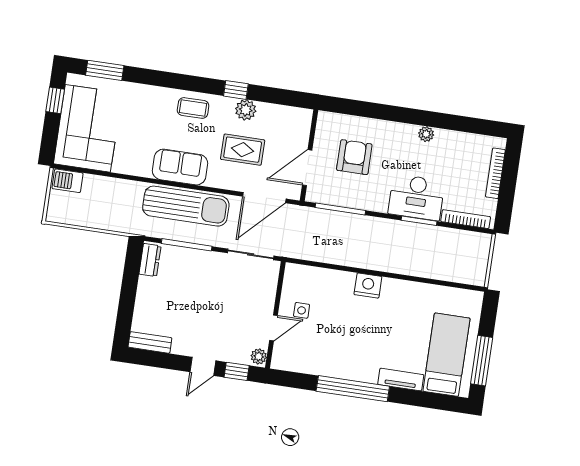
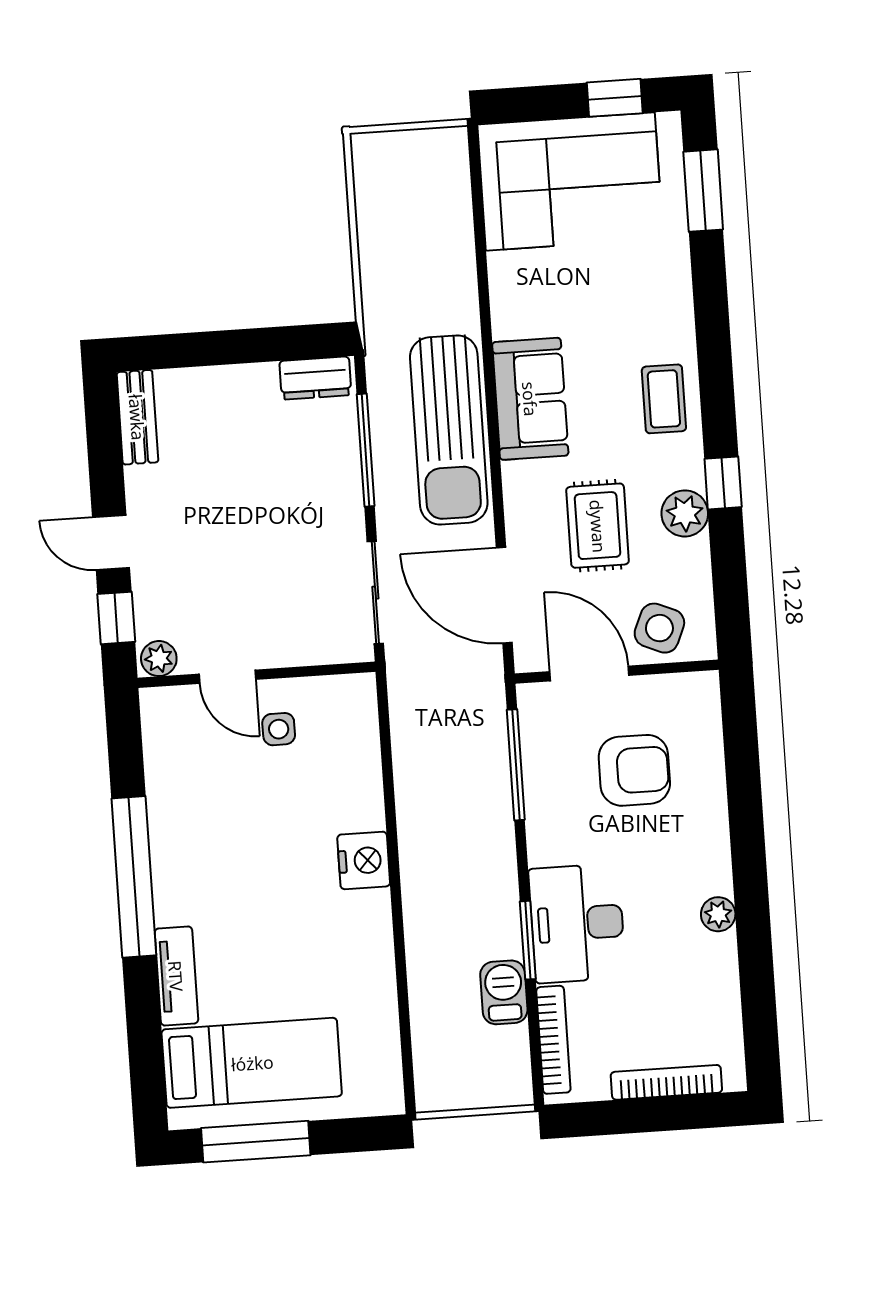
side table: (294, 132) -> (659, 628), added
barbecue: (68, 181) -> (504, 992), moved

